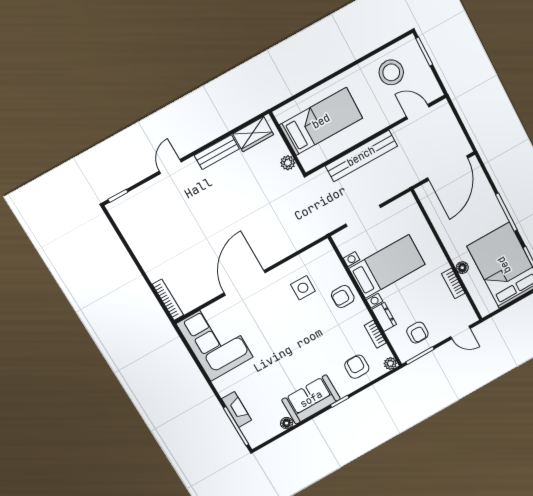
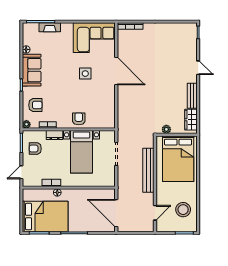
bed: (321, 121) -> (178, 159), width x1.50
side table: (303, 288) -> (85, 74), moved

